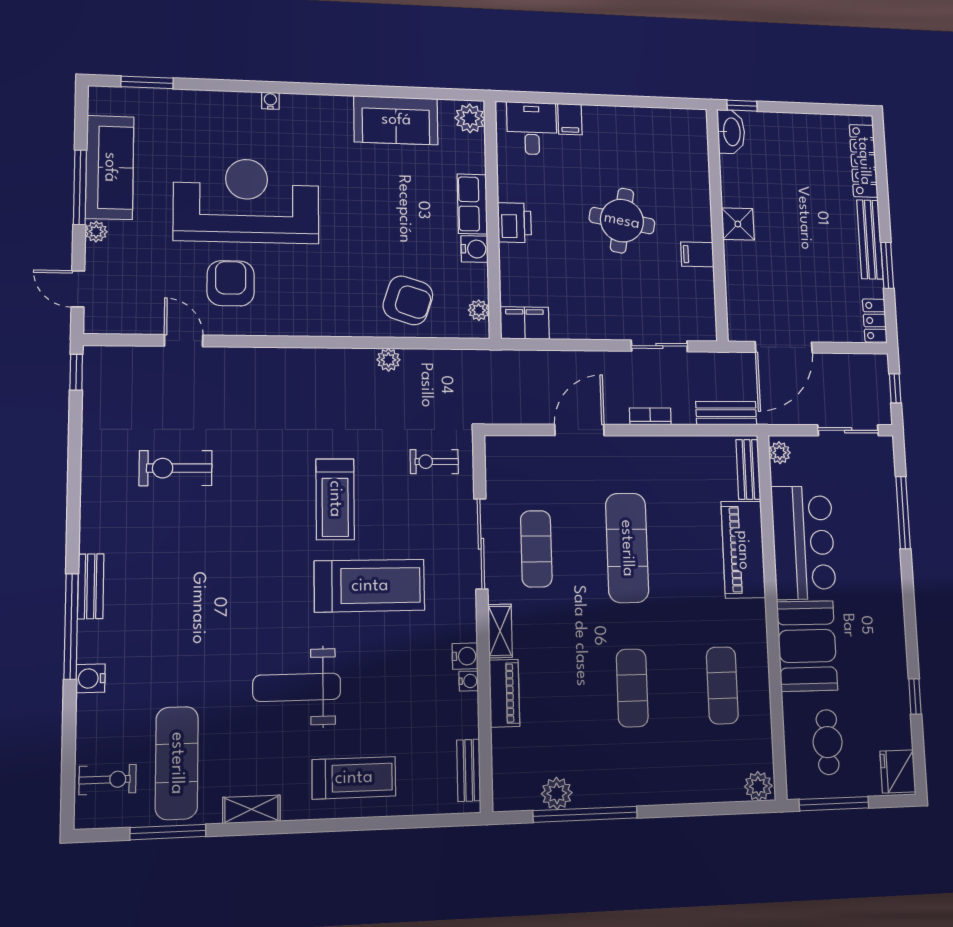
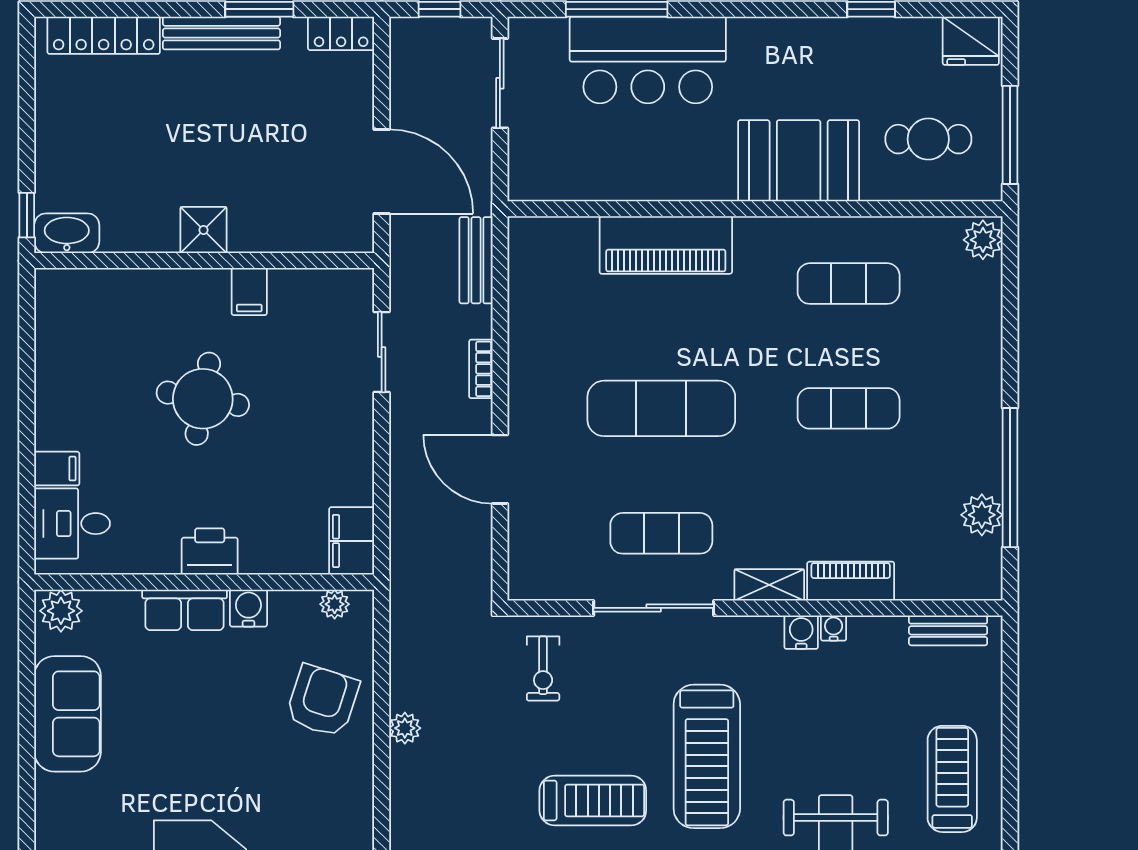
plant: (780, 453) -> (532, 186), removed
bench: (748, 469) -> (555, 232), removed
bar counter: (803, 543) -> (648, 60), moved, turned 180
treadmill: (370, 586) -> (707, 756), turned 180

